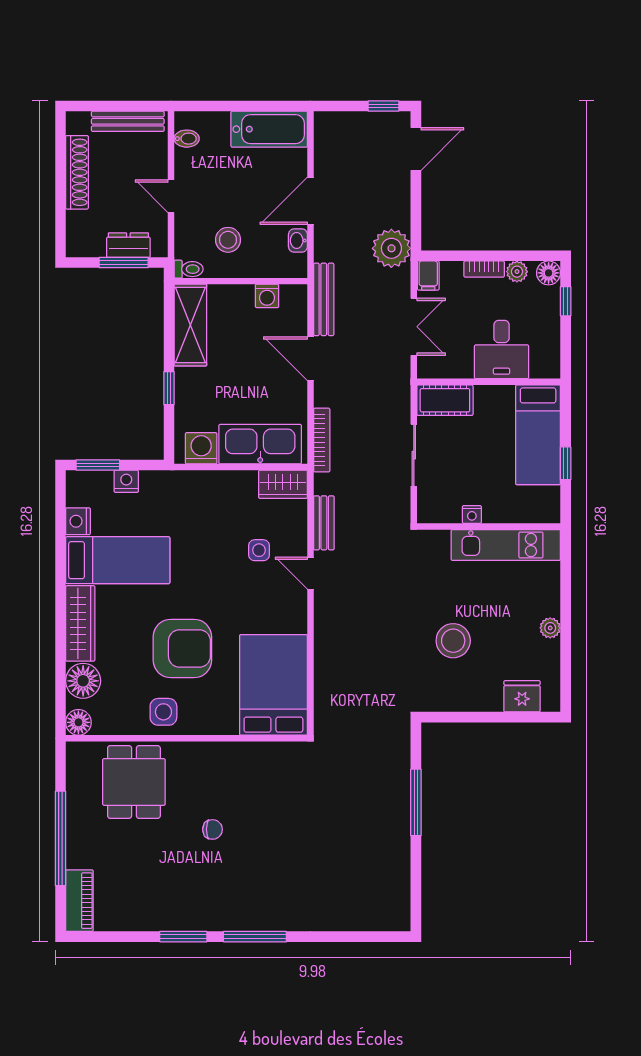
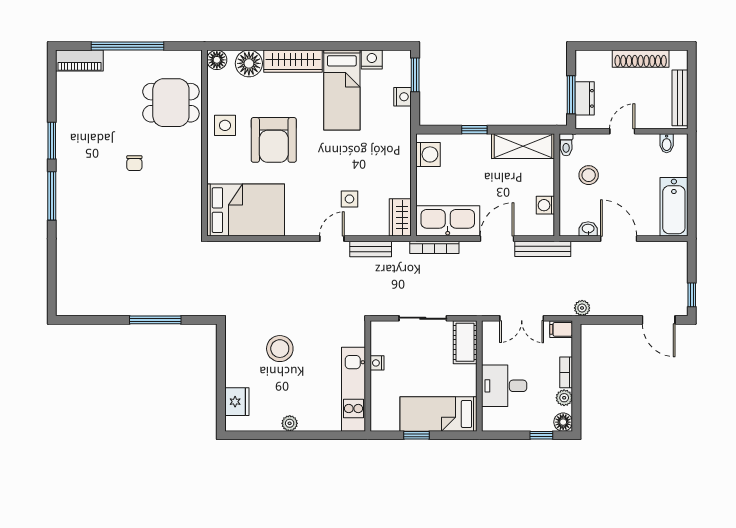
plant: (391, 248) -> (582, 308), width x0.53, depth x0.53
kitchen sink: (260, 444) -> (448, 221), moved, turned -90

